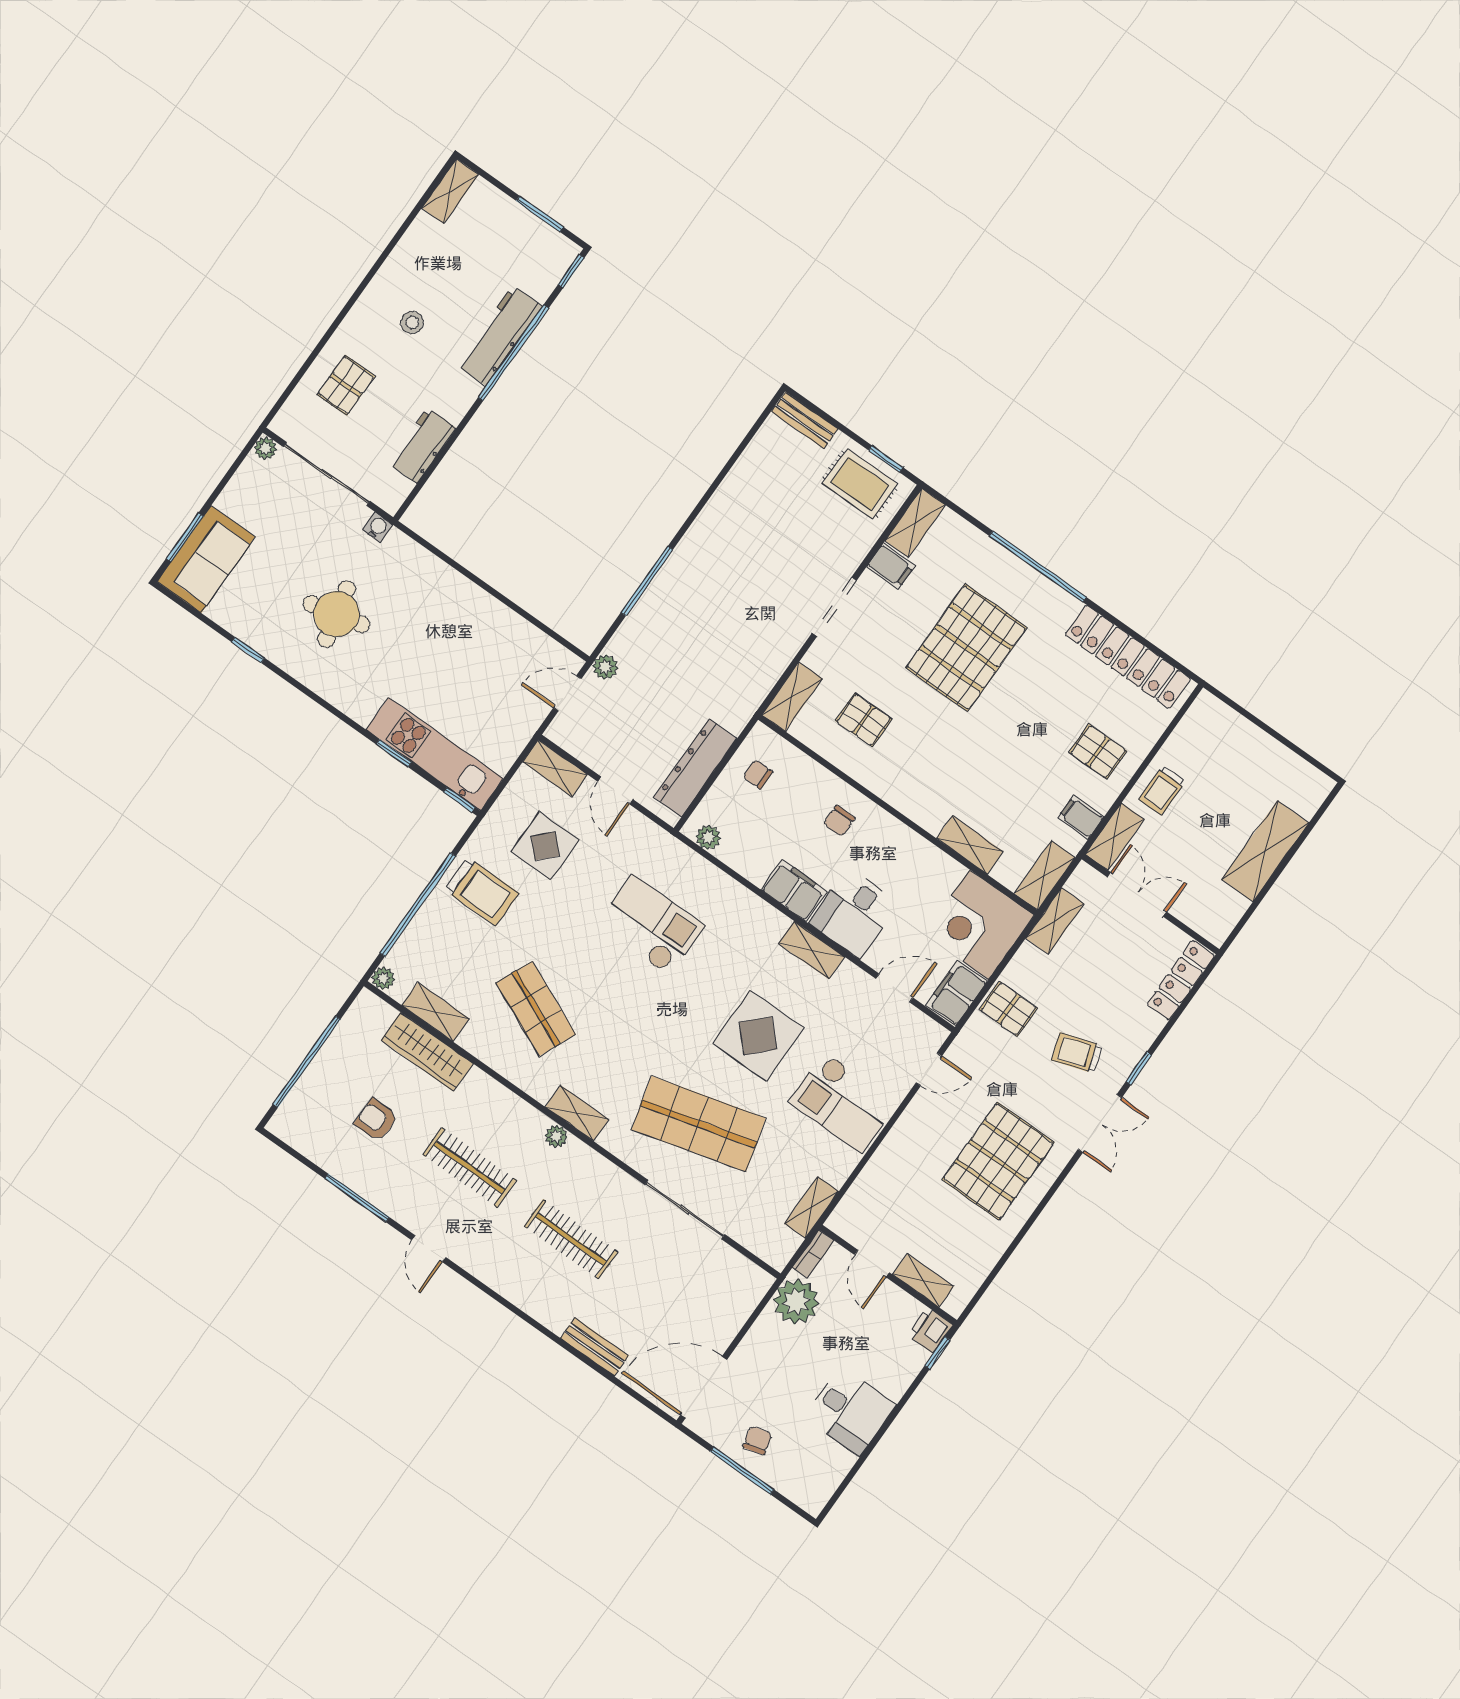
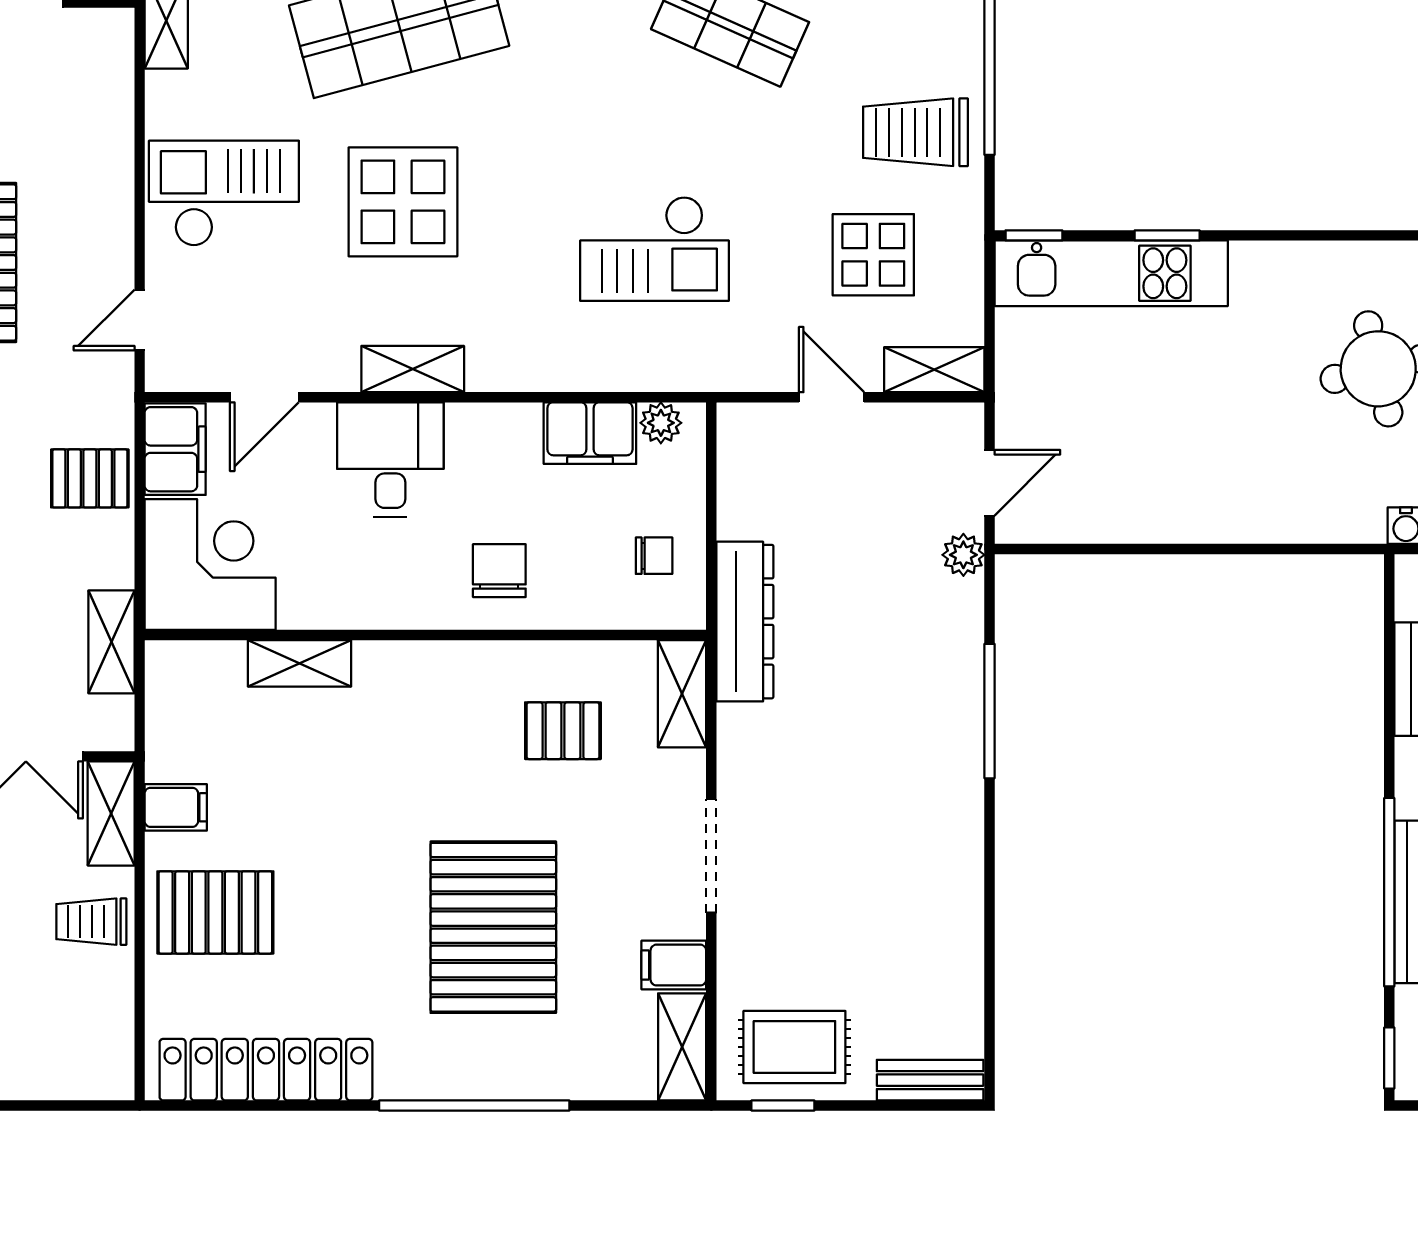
pallet: (1098, 752) -> (215, 912), width x1.50, depth x1.42
dresser: (695, 768) -> (745, 622), moved
trolley: (1162, 790) -> (91, 922), turned -90
chair: (839, 821) -> (499, 571), width x1.37, depth x1.37
shelving: (1045, 875) -> (169, 694), removed
filing cabinet: (794, 890) -> (590, 433), moved

